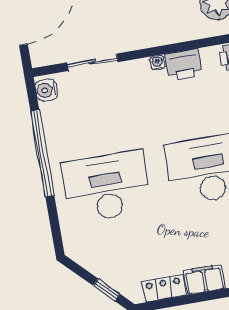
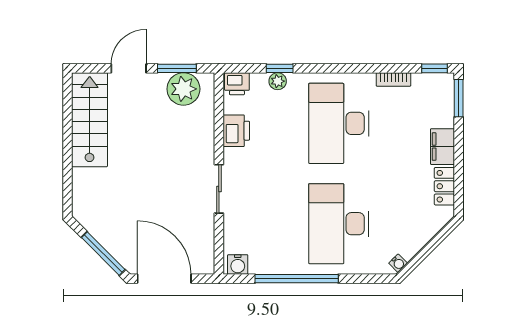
sliding door: (92, 62) -> (219, 189), moved
water cooler: (157, 63) -> (398, 263), moved, turned -135
window: (107, 290) -> (436, 241), removed

